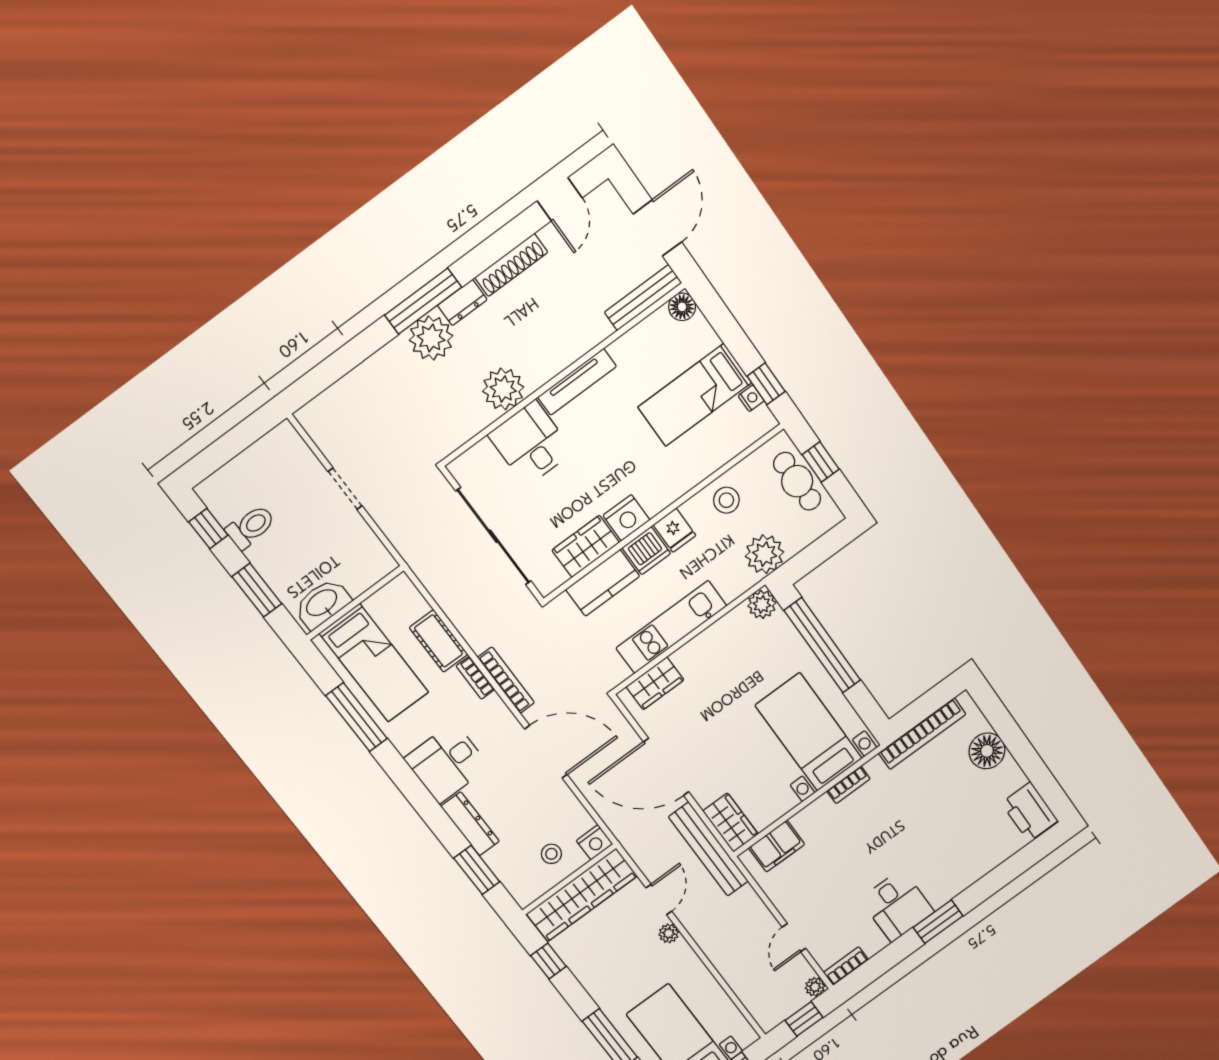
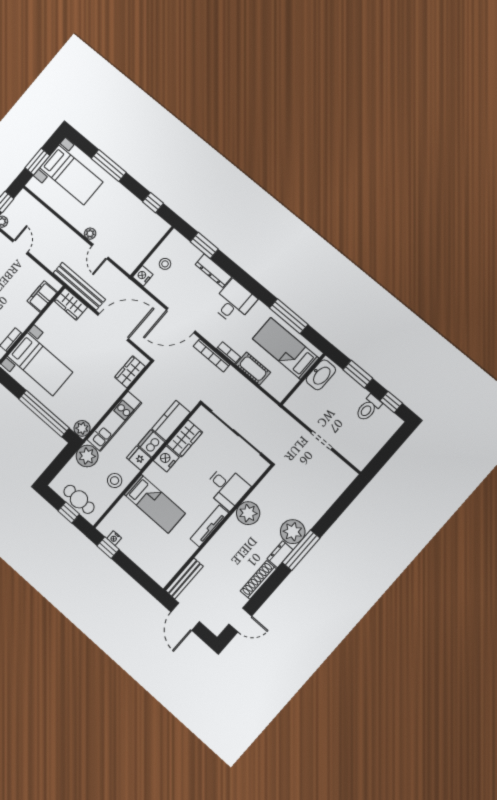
door: (560, 199) -> (240, 620), swing flipped
floor lamp: (682, 307) -> (162, 578), removed
bed: (695, 395) -> (155, 504), moved, turned 90
kitchen unit: (671, 627) -> (114, 421), moved
wardrobe: (582, 895) -> (143, 244), removed

